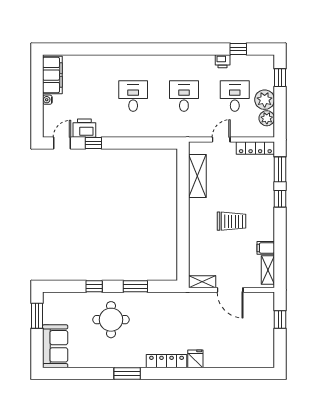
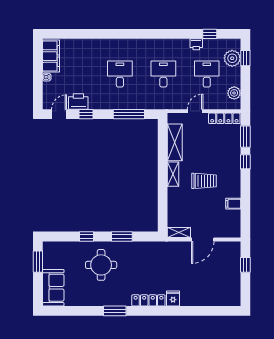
plant: (265, 100) -> (232, 58), moved
window: (144, 143) -> (129, 114), added
shelving: (268, 270) -> (173, 174), moved
door: (230, 290) -> (203, 240), hinge flipped

